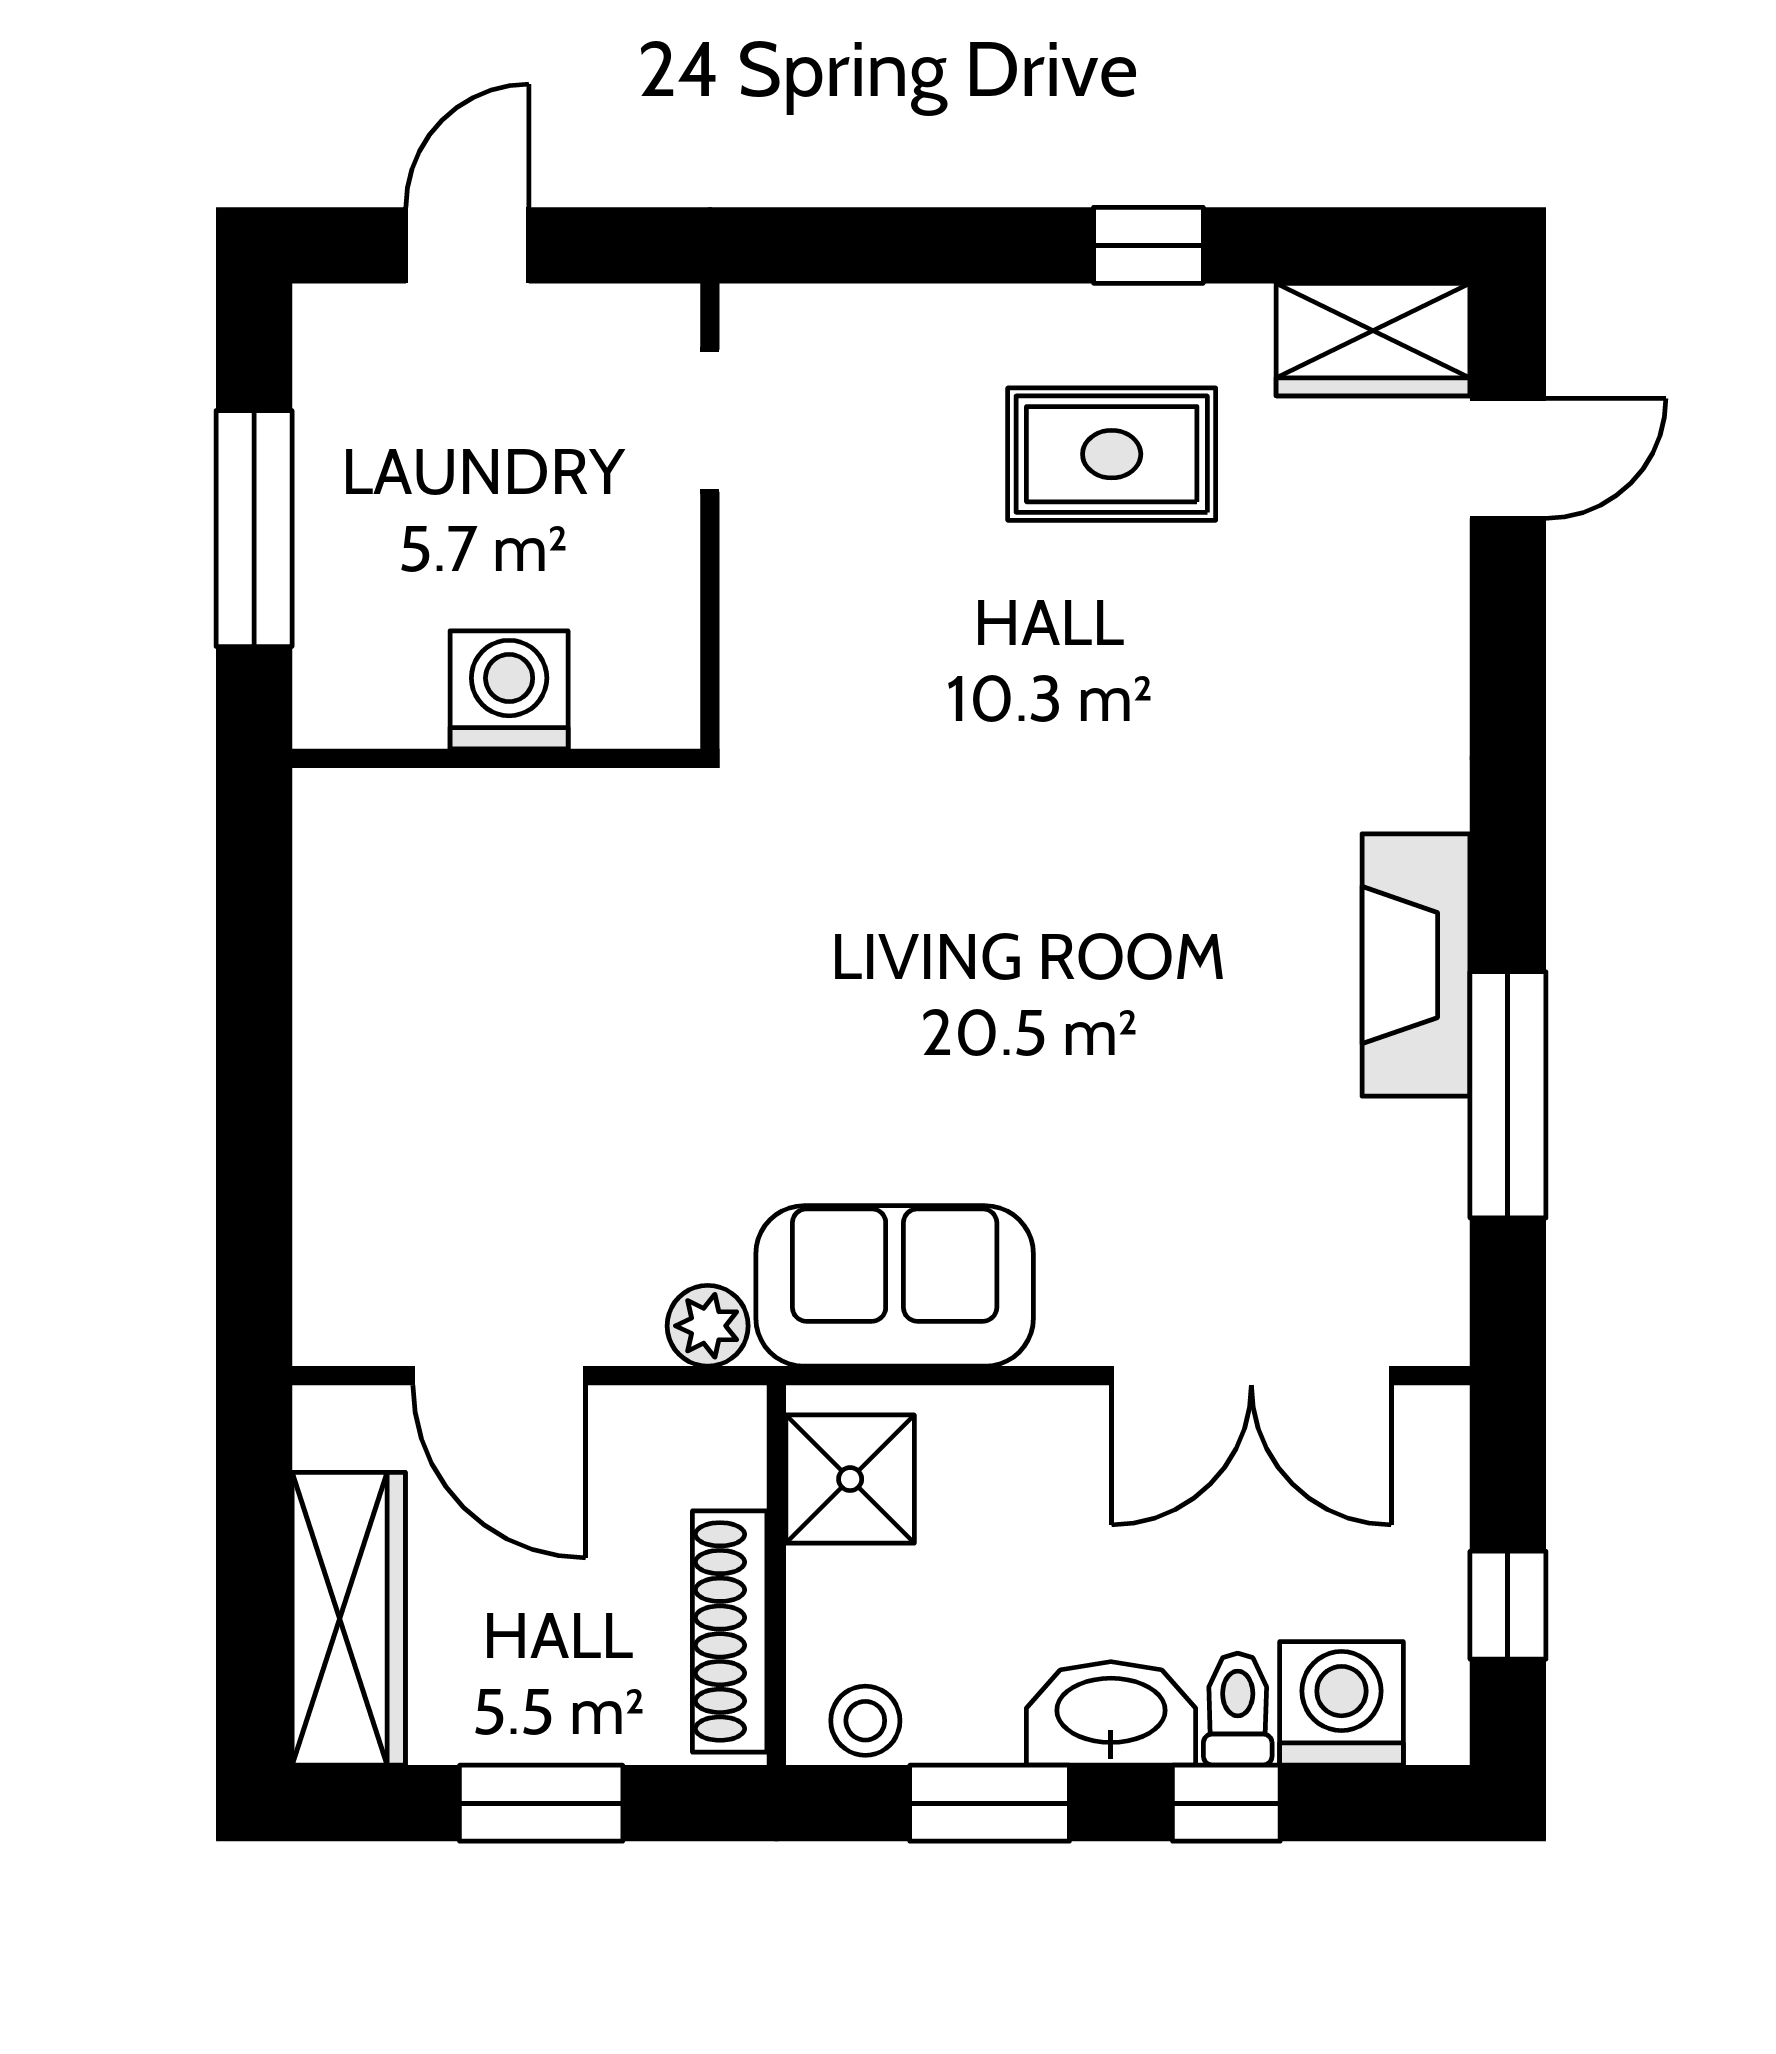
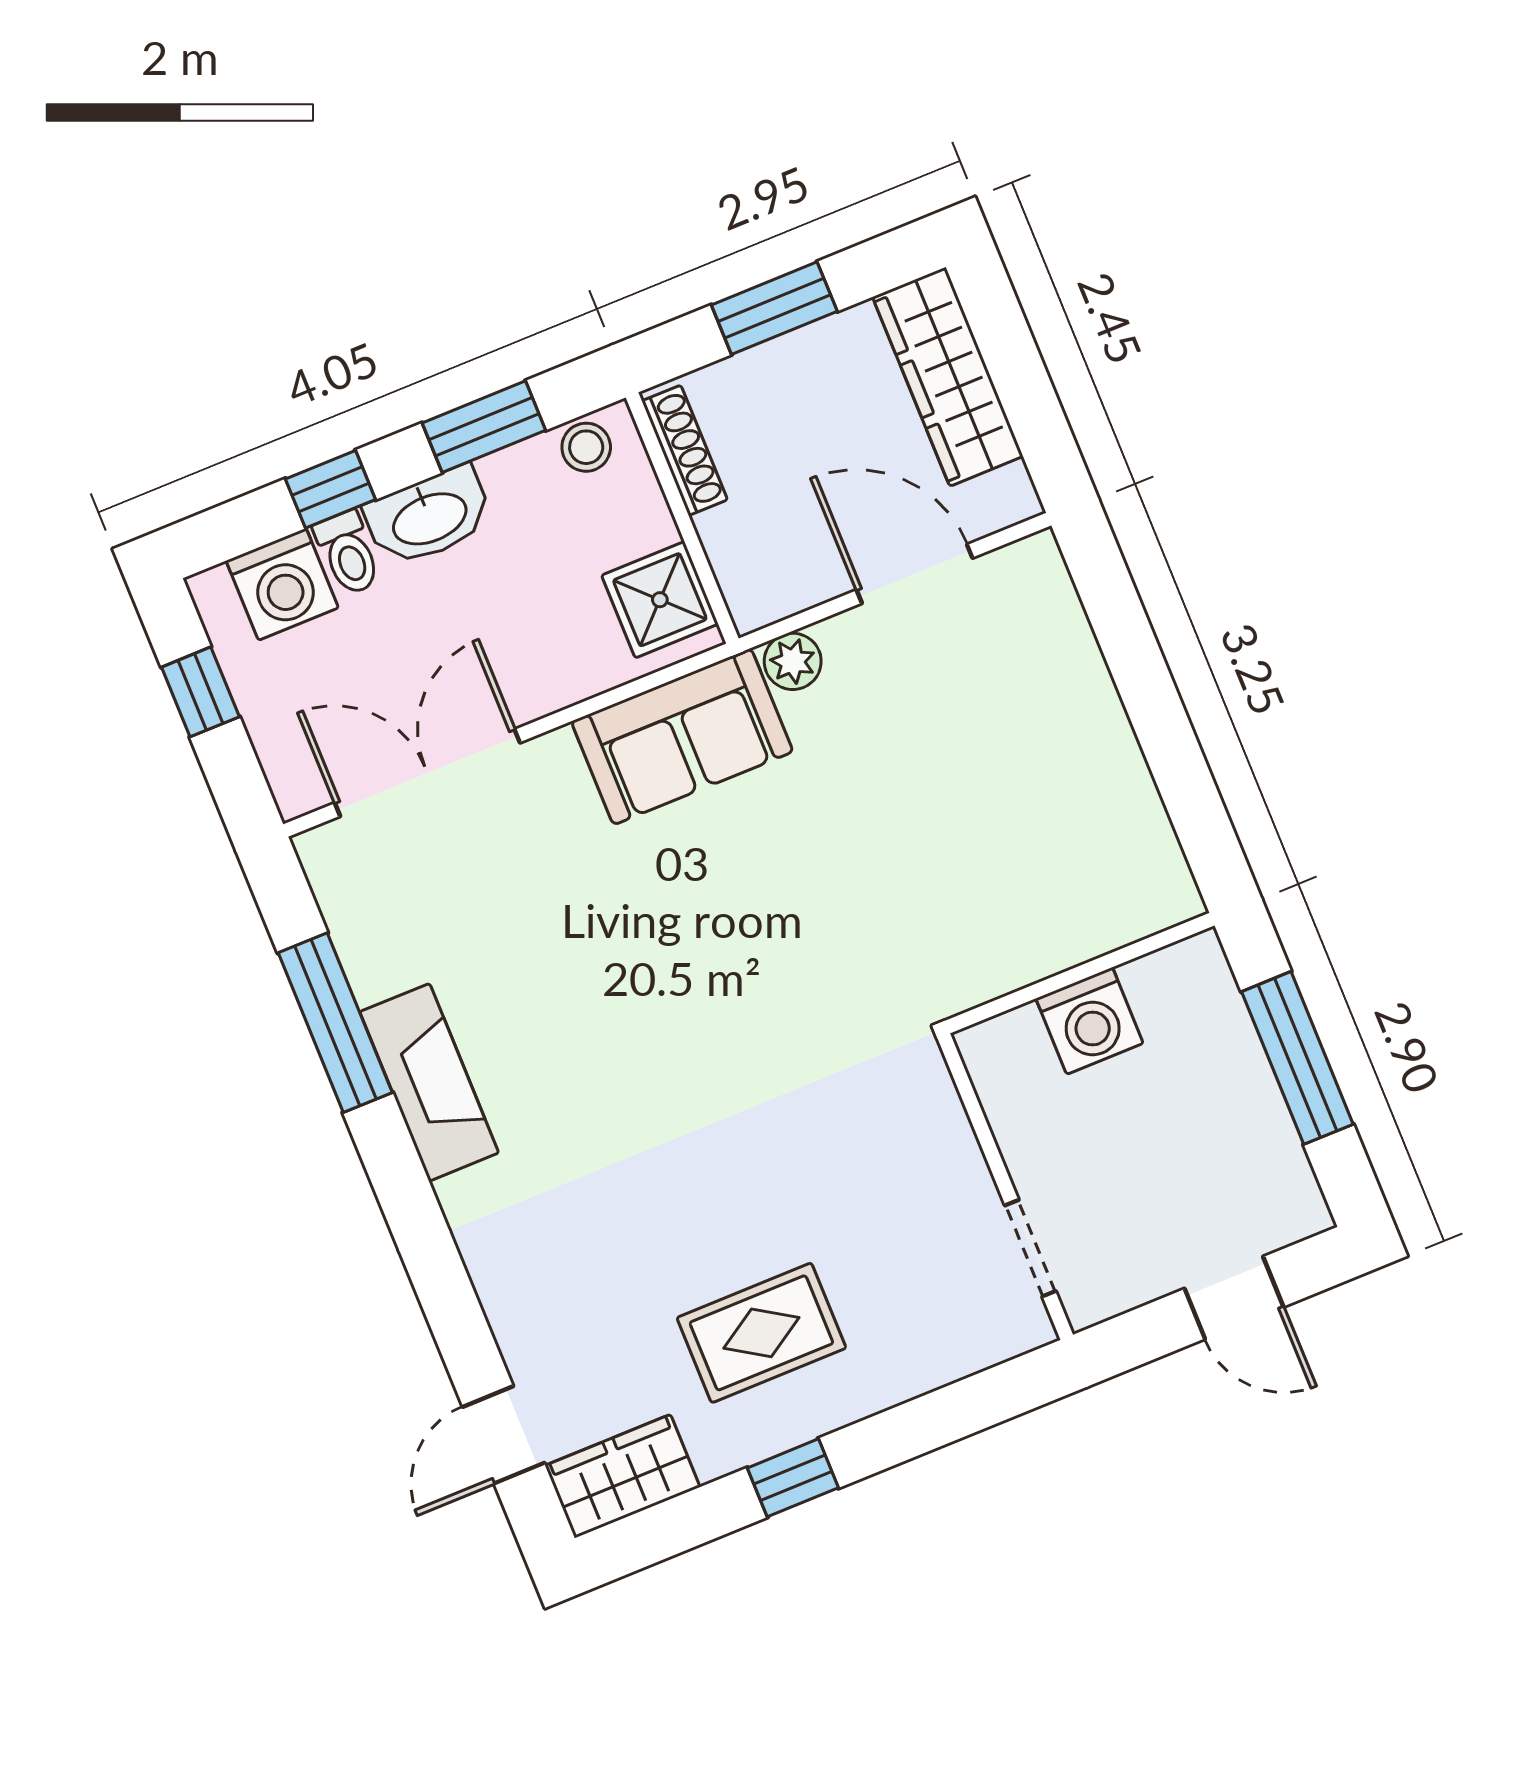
door: (467, 245) -> (1234, 1298), hinge flipped
shoe rack: (730, 1631) -> (685, 450), width x0.74, depth x0.81

